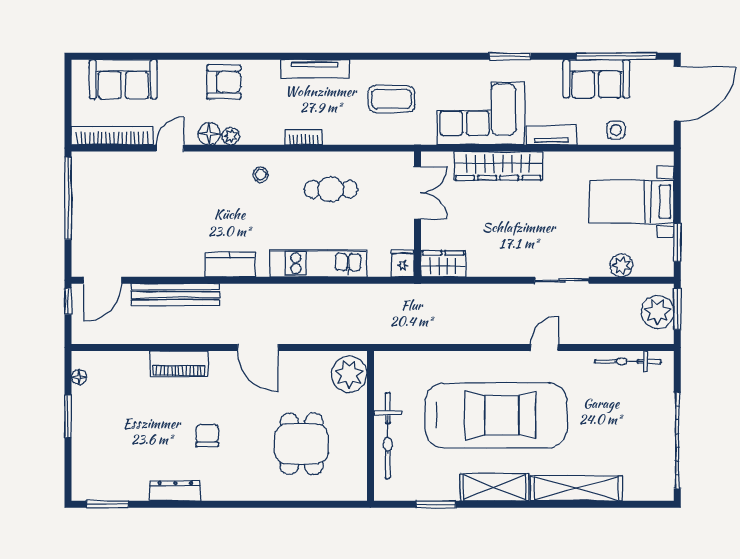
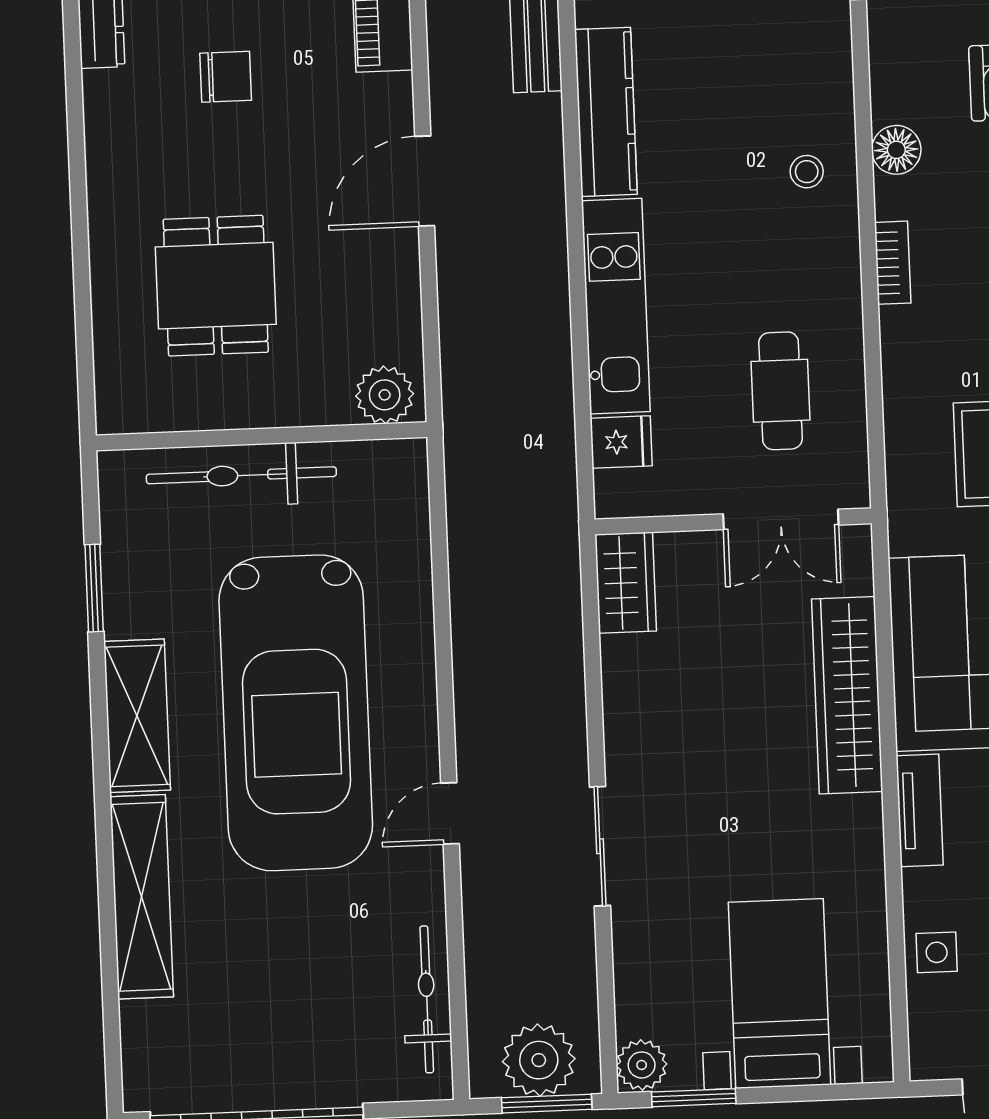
floor lamp: (209, 134) -> (896, 150), moved
plant: (231, 136) -> (889, 102), removed
cafe table: (331, 189) -> (781, 391), moved
fridge: (403, 263) -> (621, 442), moved
kitchen counter: (230, 264) -> (606, 112), width x1.50
plant: (621, 265) -> (642, 1065), moved
door: (544, 347) -> (450, 813), swing flipped
plant: (349, 374) -> (385, 395), width x0.73, depth x0.73
dining table: (302, 444) -> (216, 286), turned 90

